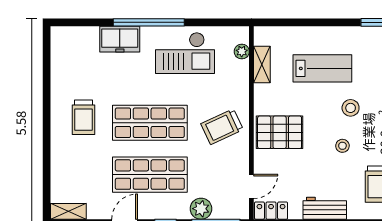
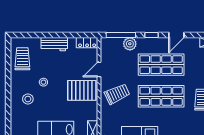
stool: (351, 108) -> (28, 99), moved
door: (251, 186) -> (99, 70), moved

